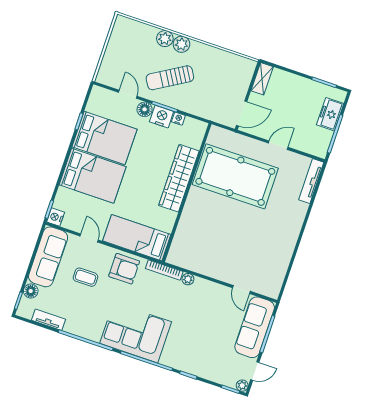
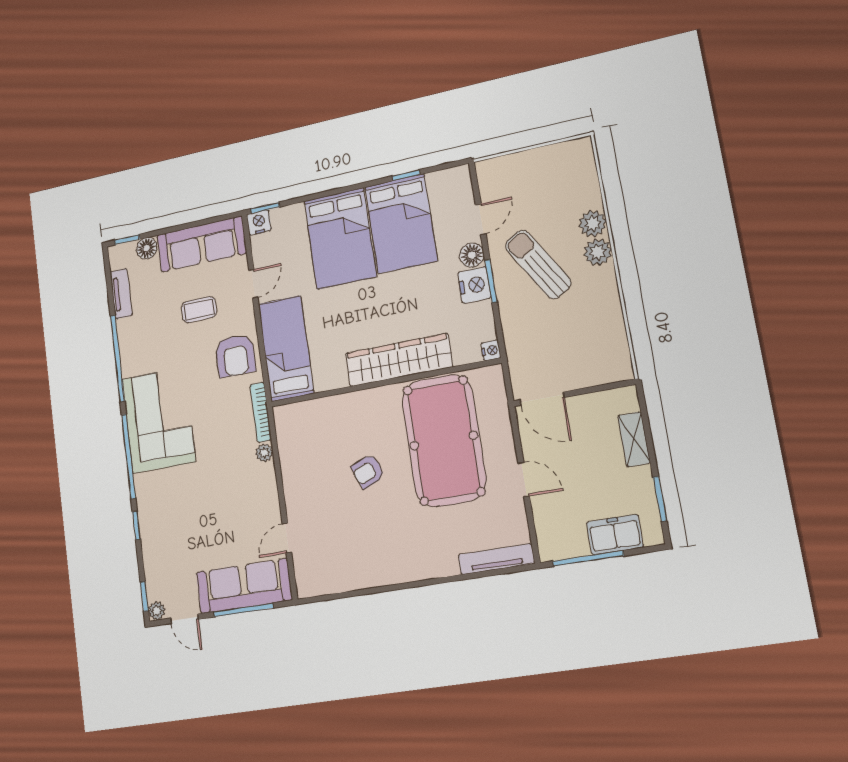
shelving: (262, 79) -> (634, 439), moved, turned 90
nightstand: (178, 119) -> (491, 350), moved
armchair: (229, 226) -> (368, 471), added
coffee table: (85, 277) -> (199, 310), turned 90

